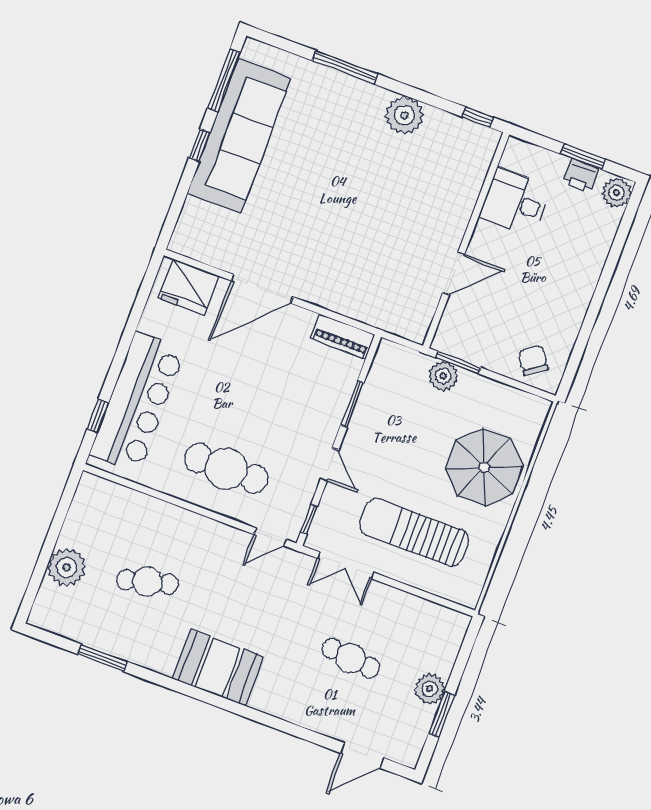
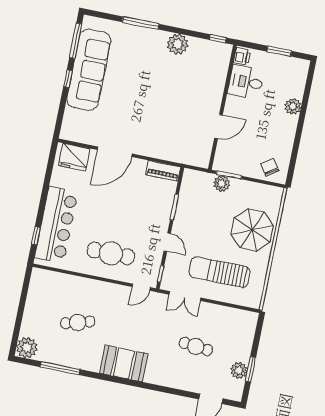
printer: (581, 176) -> (242, 56), moved, turned -90
plant: (617, 193) -> (293, 106), moved
plant: (67, 567) -> (27, 348), moved
window: (103, 658) -> (60, 368), width x1.44
plant: (430, 689) -> (239, 370), moved

